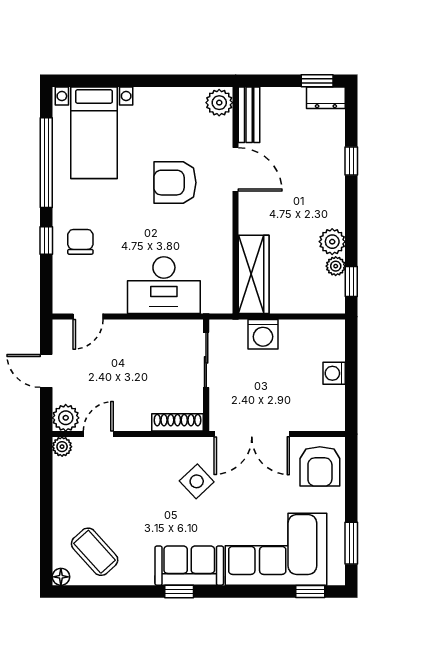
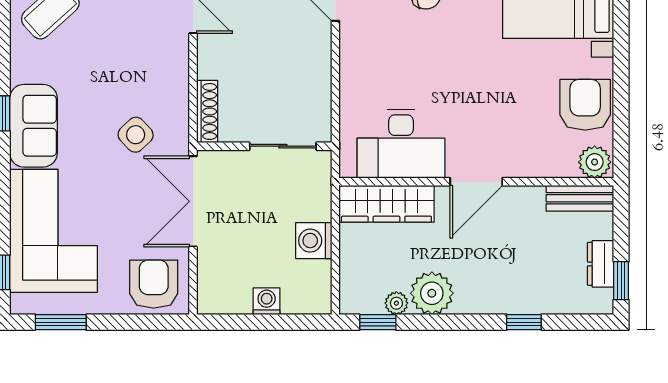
dresser: (326, 98) -> (601, 264), moved
door: (236, 169) -> (476, 182), moved
armchair: (175, 183) -> (585, 105), moved
plant: (332, 242) -> (432, 293), width x1.36, depth x1.36
desk: (164, 285) -> (401, 144), moved, turned -90
washing machine: (263, 334) -> (314, 241), moved
armchair: (320, 466) -> (154, 284), turned 90

